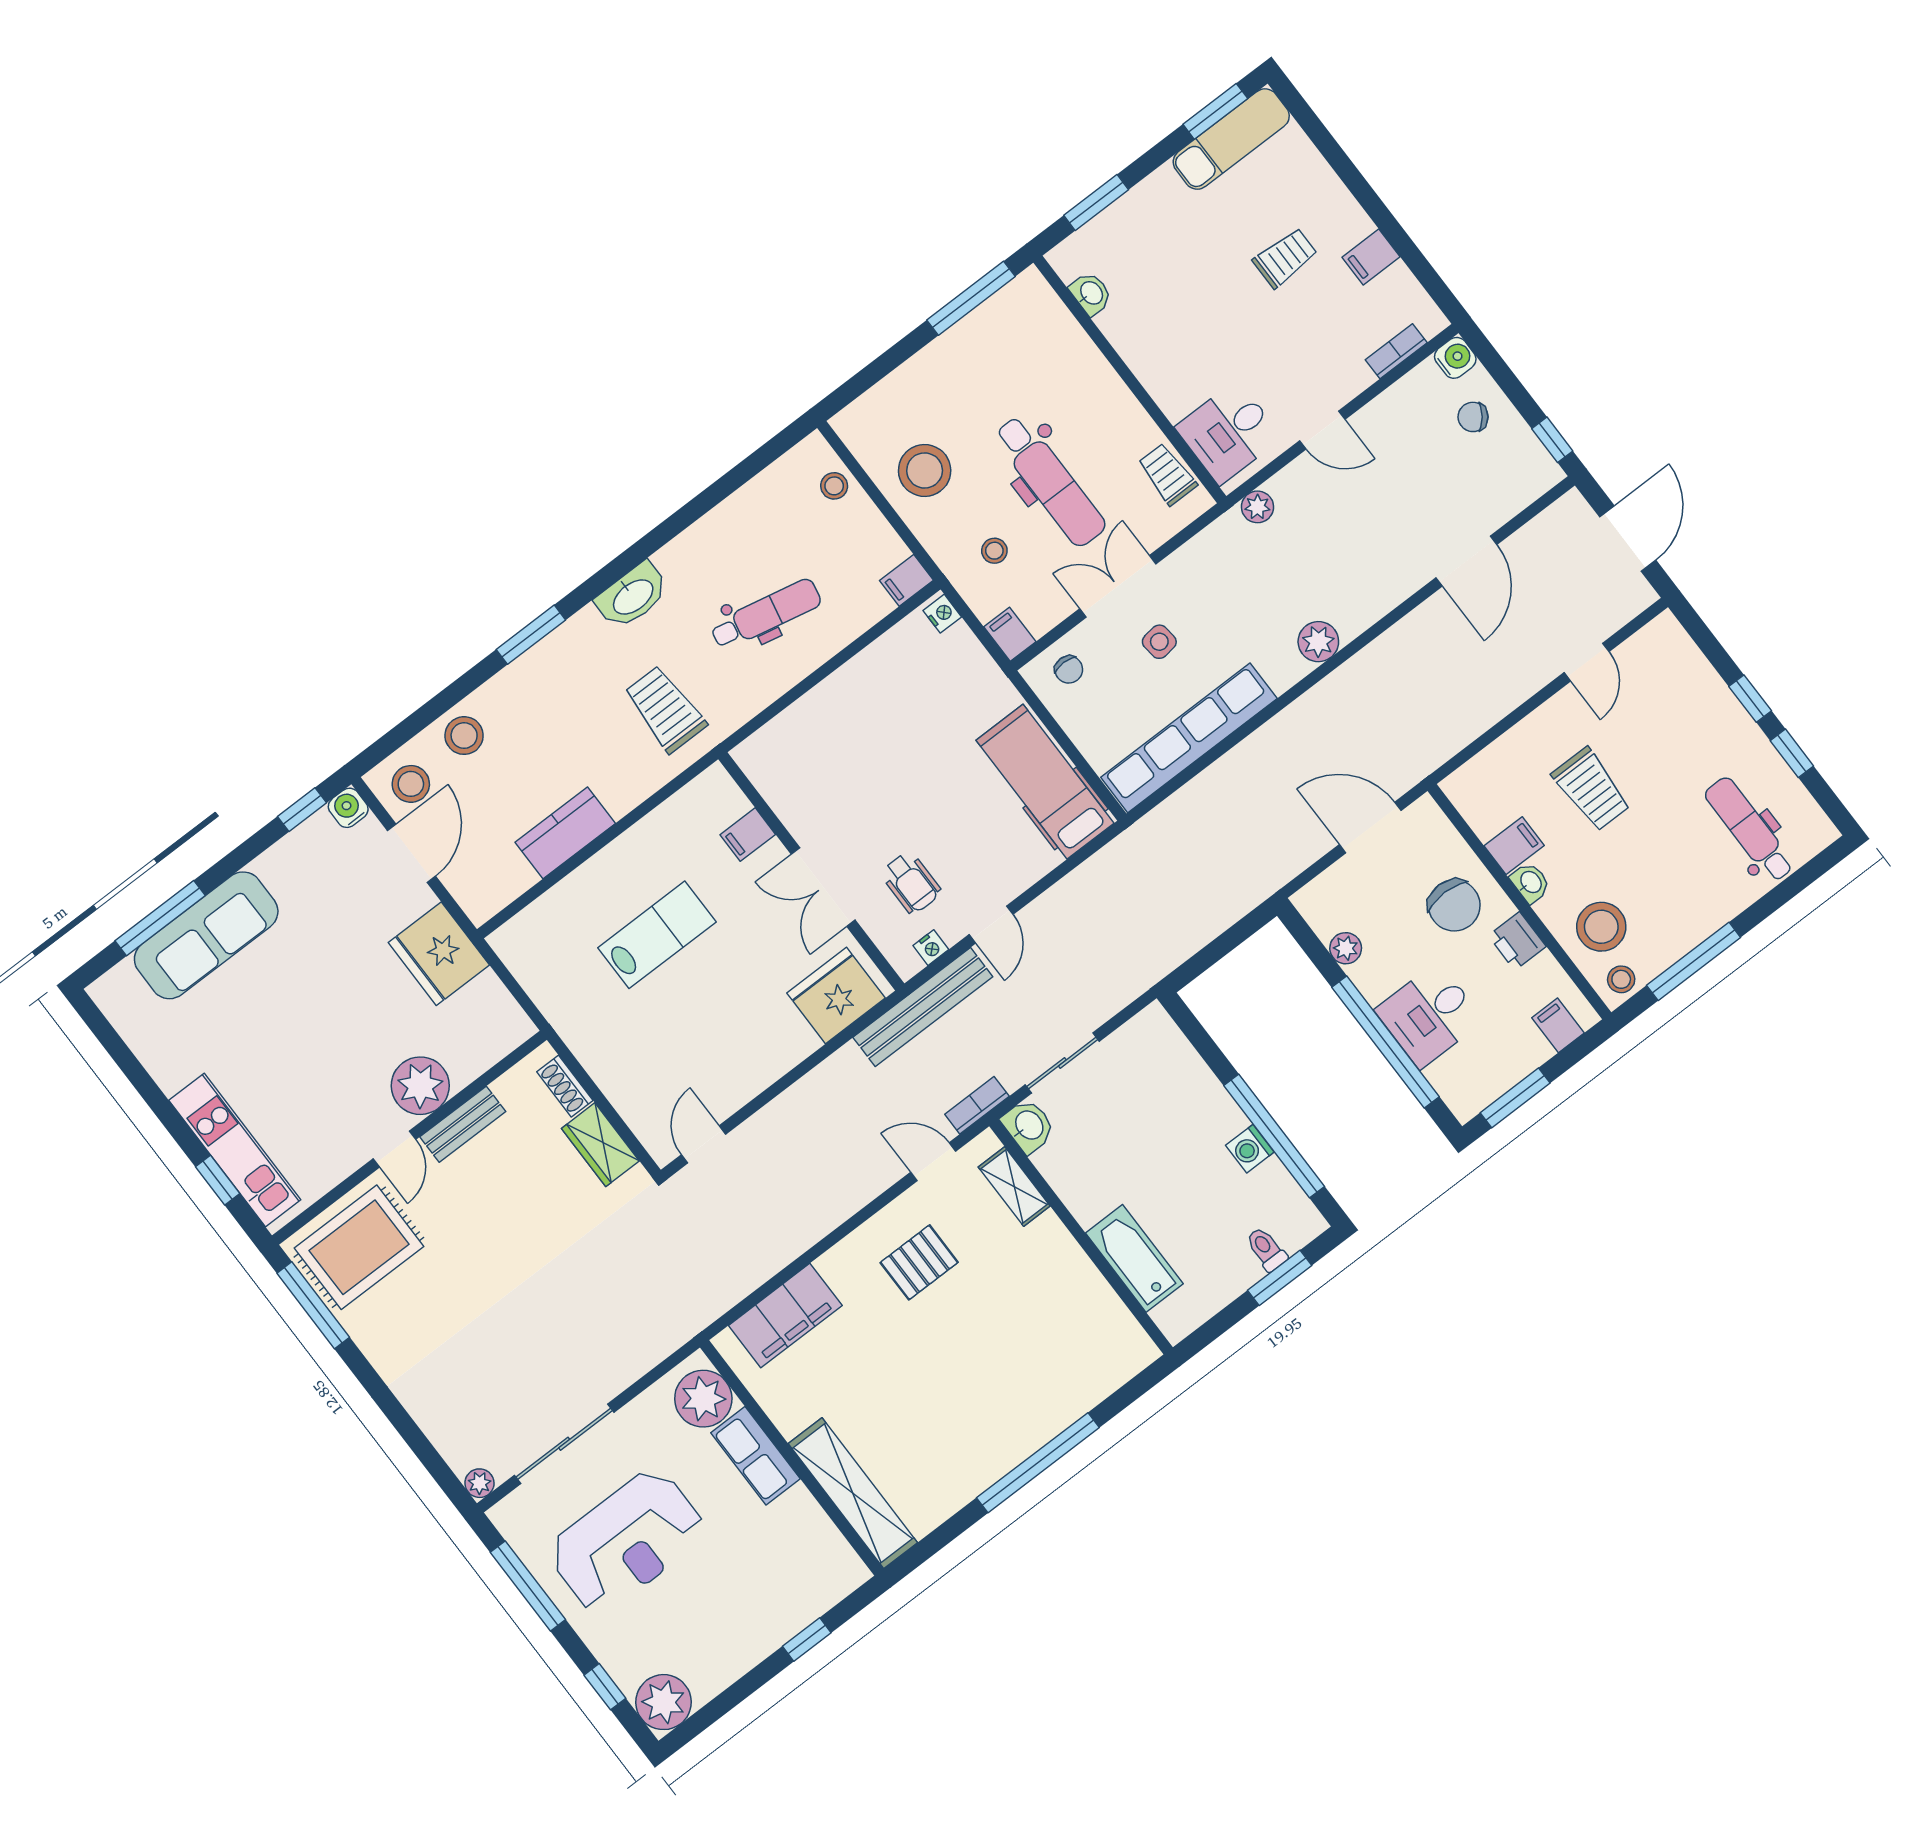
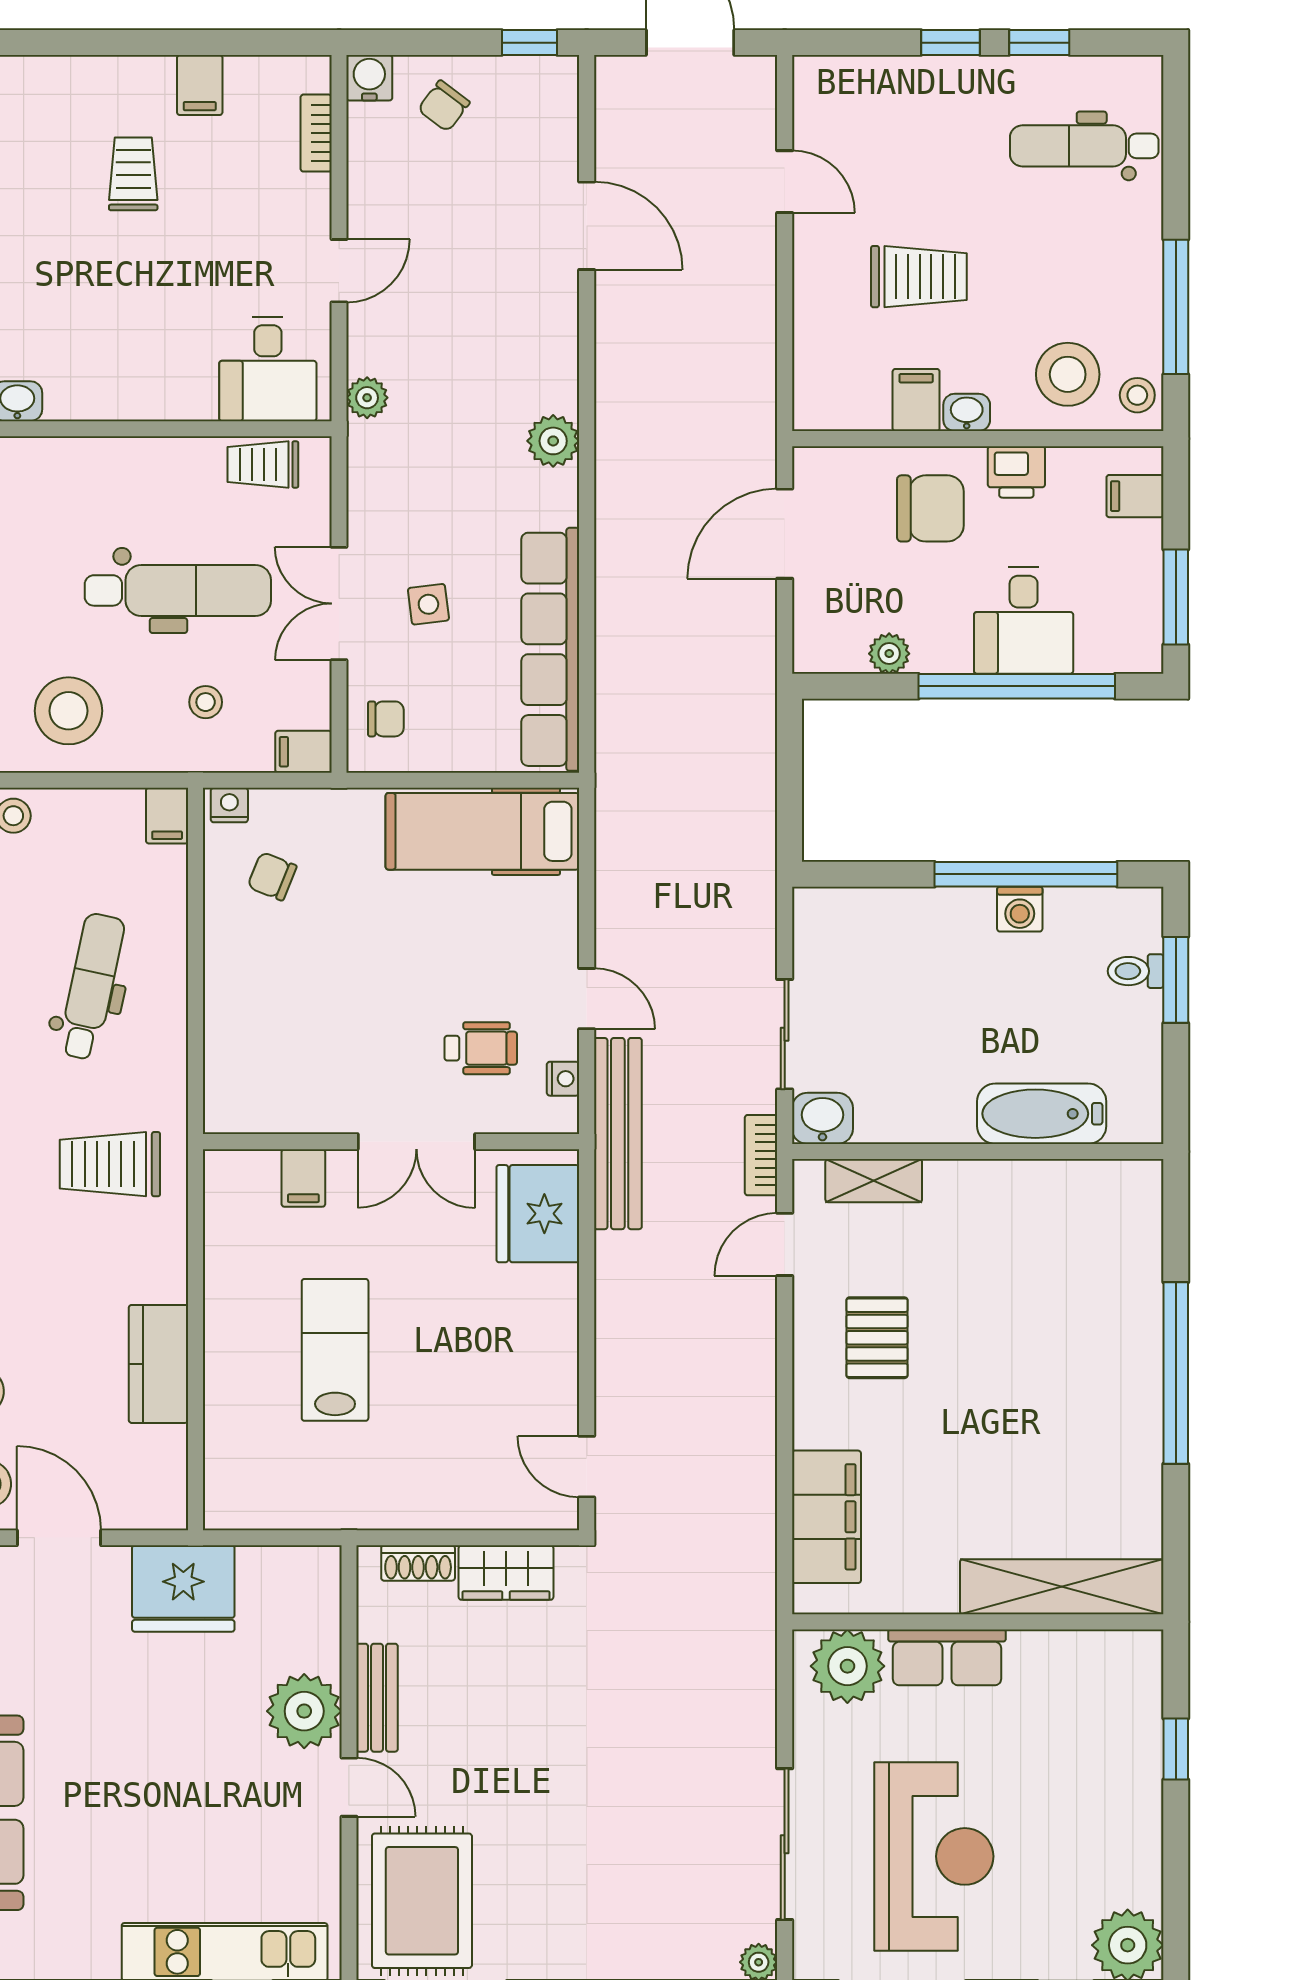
chair: (919, 673) -> (272, 876), added

